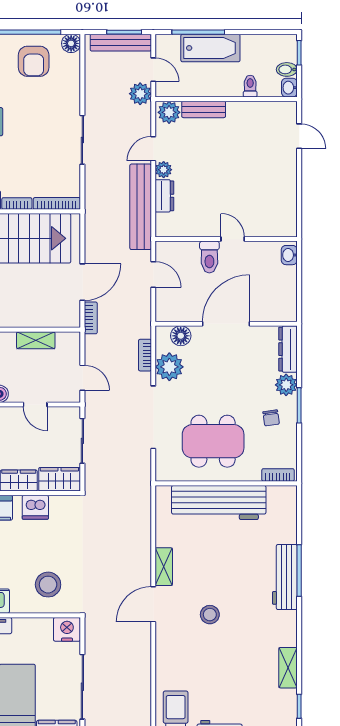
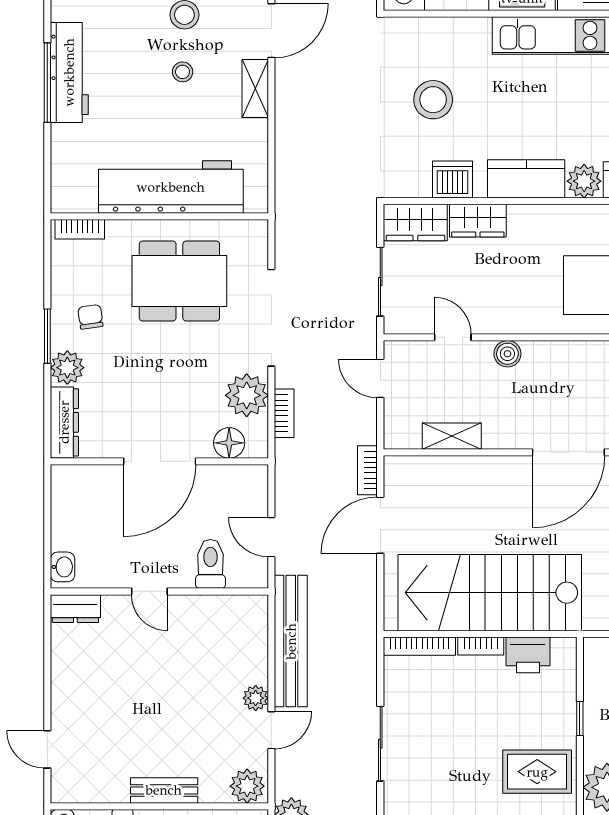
bench: (204, 109) -> (164, 790), moved
dresser: (164, 196) -> (75, 609), moved, turned -90
toilet: (209, 257) -> (210, 564), moved
stool: (211, 577) -> (183, 72), added
stool: (48, 585) -> (433, 100), moved

